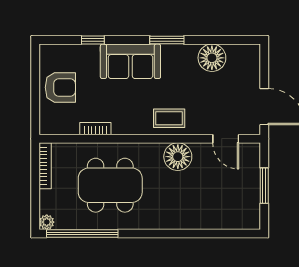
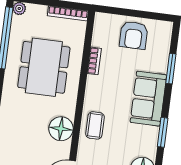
window: (93, 40) -> (171, 69), width x1.50

